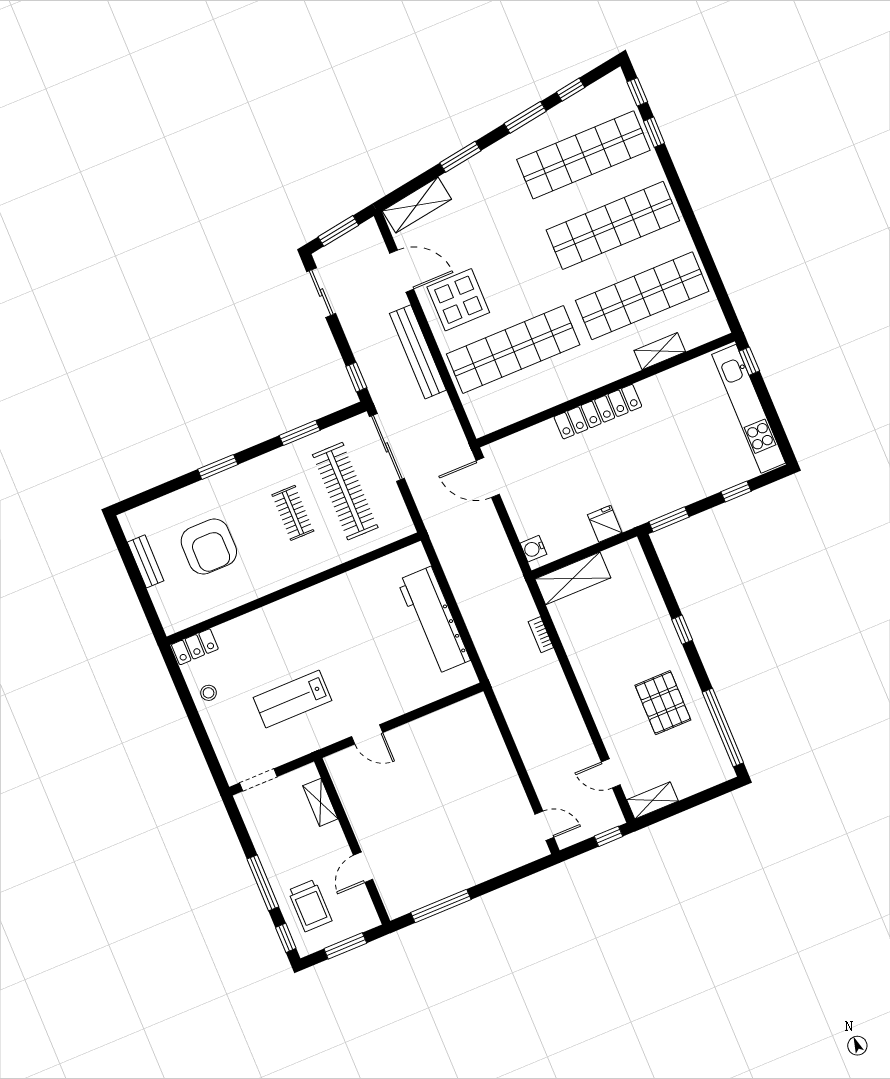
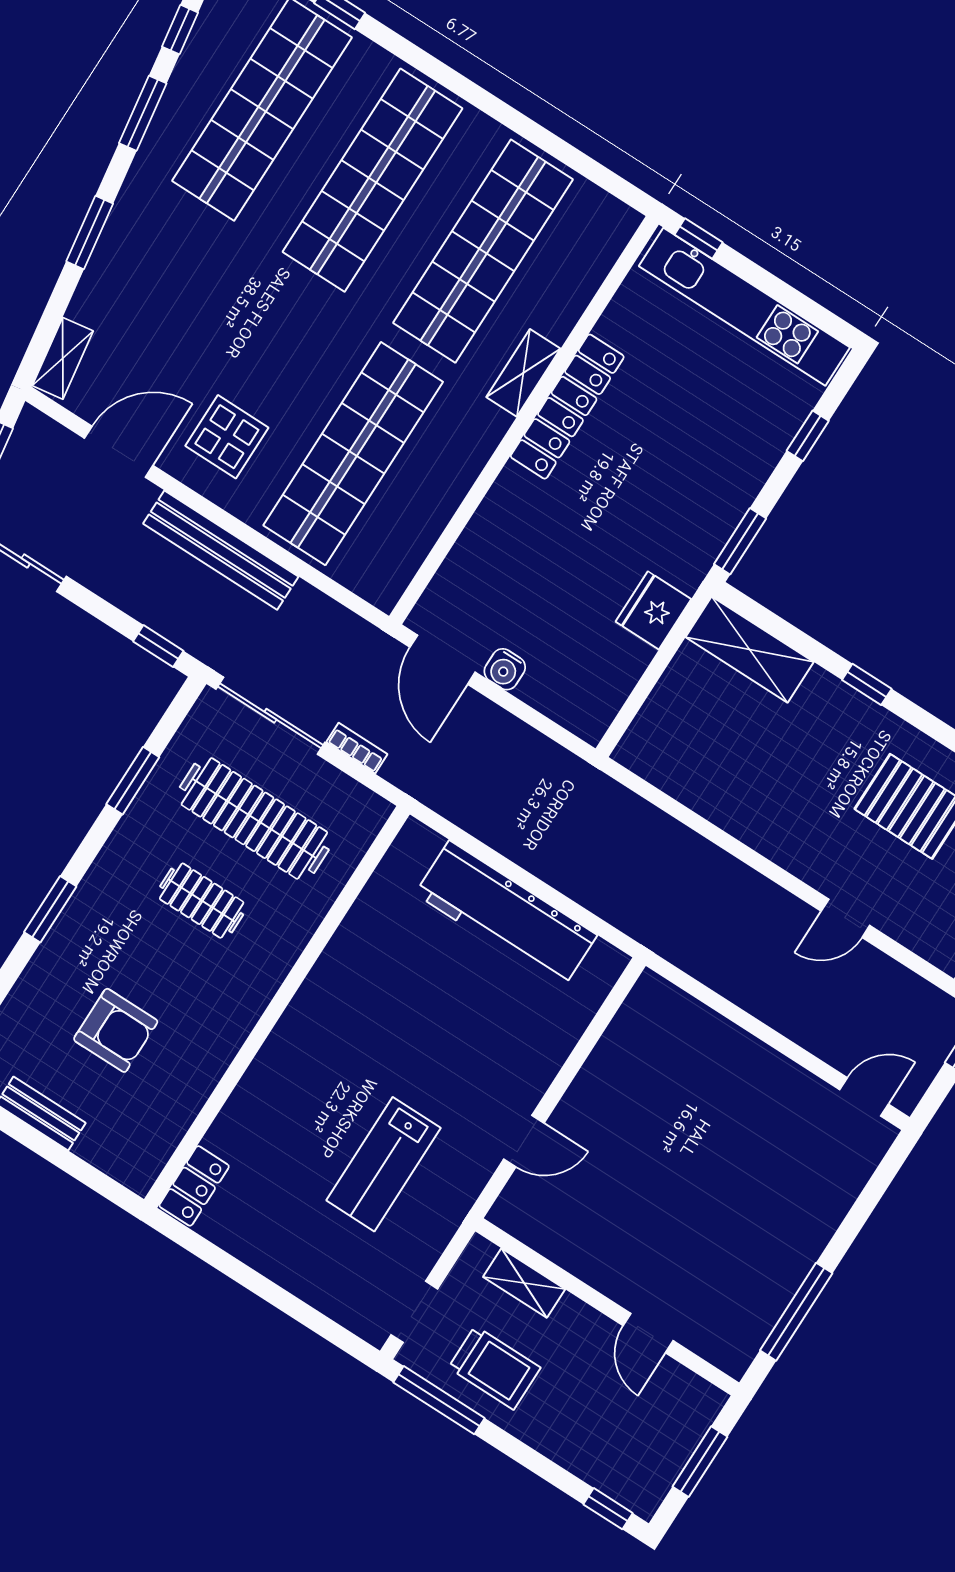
shelving: (417, 205) -> (63, 358), width x0.67, depth x0.75
display table: (458, 300) -> (227, 437), width x0.73, depth x0.73
shelving: (660, 351) -> (523, 373), moved
locker: (598, 412) -> (567, 407), moved
door: (488, 478) -> (443, 660), hinge flipped
fridge: (605, 524) -> (653, 610), width x1.38
armchair: (209, 547) -> (116, 1030), width x0.73, depth x0.73
water cooler: (533, 549) -> (505, 669), moved
shelving: (573, 578) -> (750, 650), moved, turned 90
bookcase: (541, 635) -> (357, 748), moved, turned 180
stool: (209, 693) -> (259, 1238), removed
door: (611, 773) -> (845, 918), moved
window: (263, 883) -> (439, 1400), moved
trolley: (310, 905) -> (494, 1368), moved

